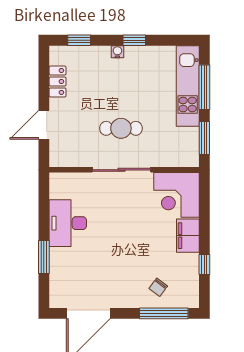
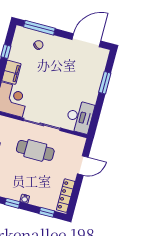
locker: (58, 81) -> (66, 196), width x1.53
cafe table: (121, 128) -> (35, 150), width x1.37, depth x1.35
desk: (68, 223) -> (80, 117), moved

